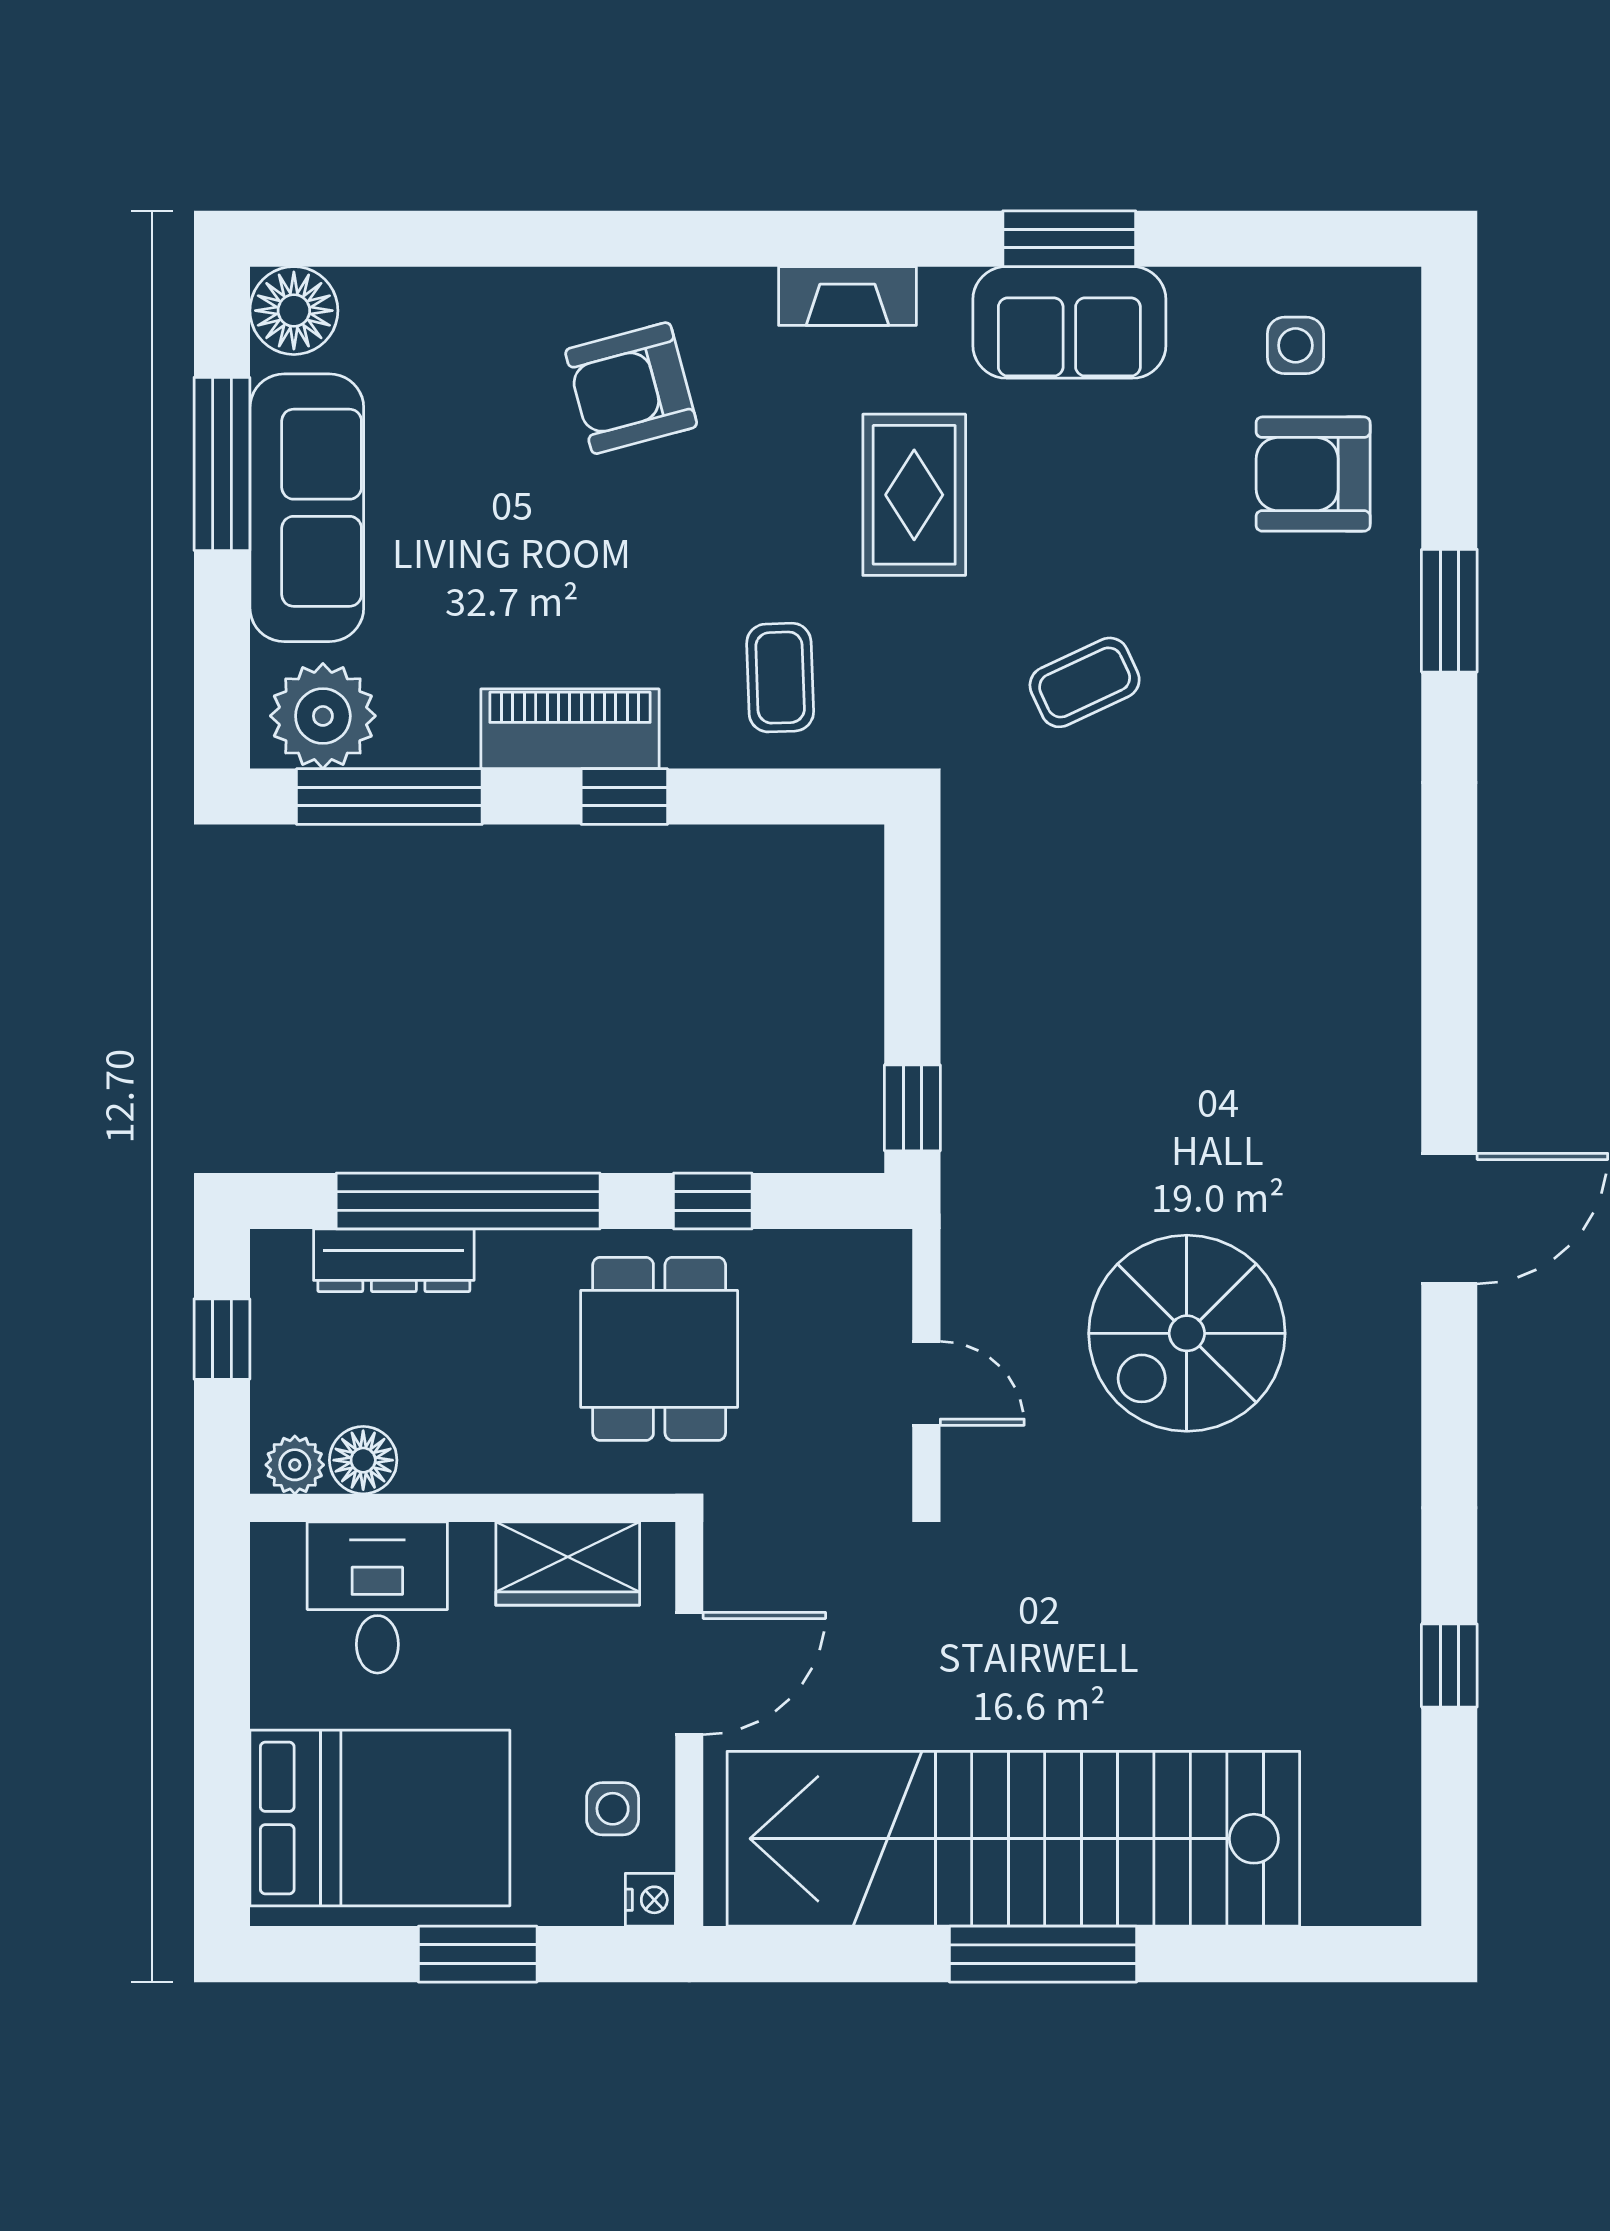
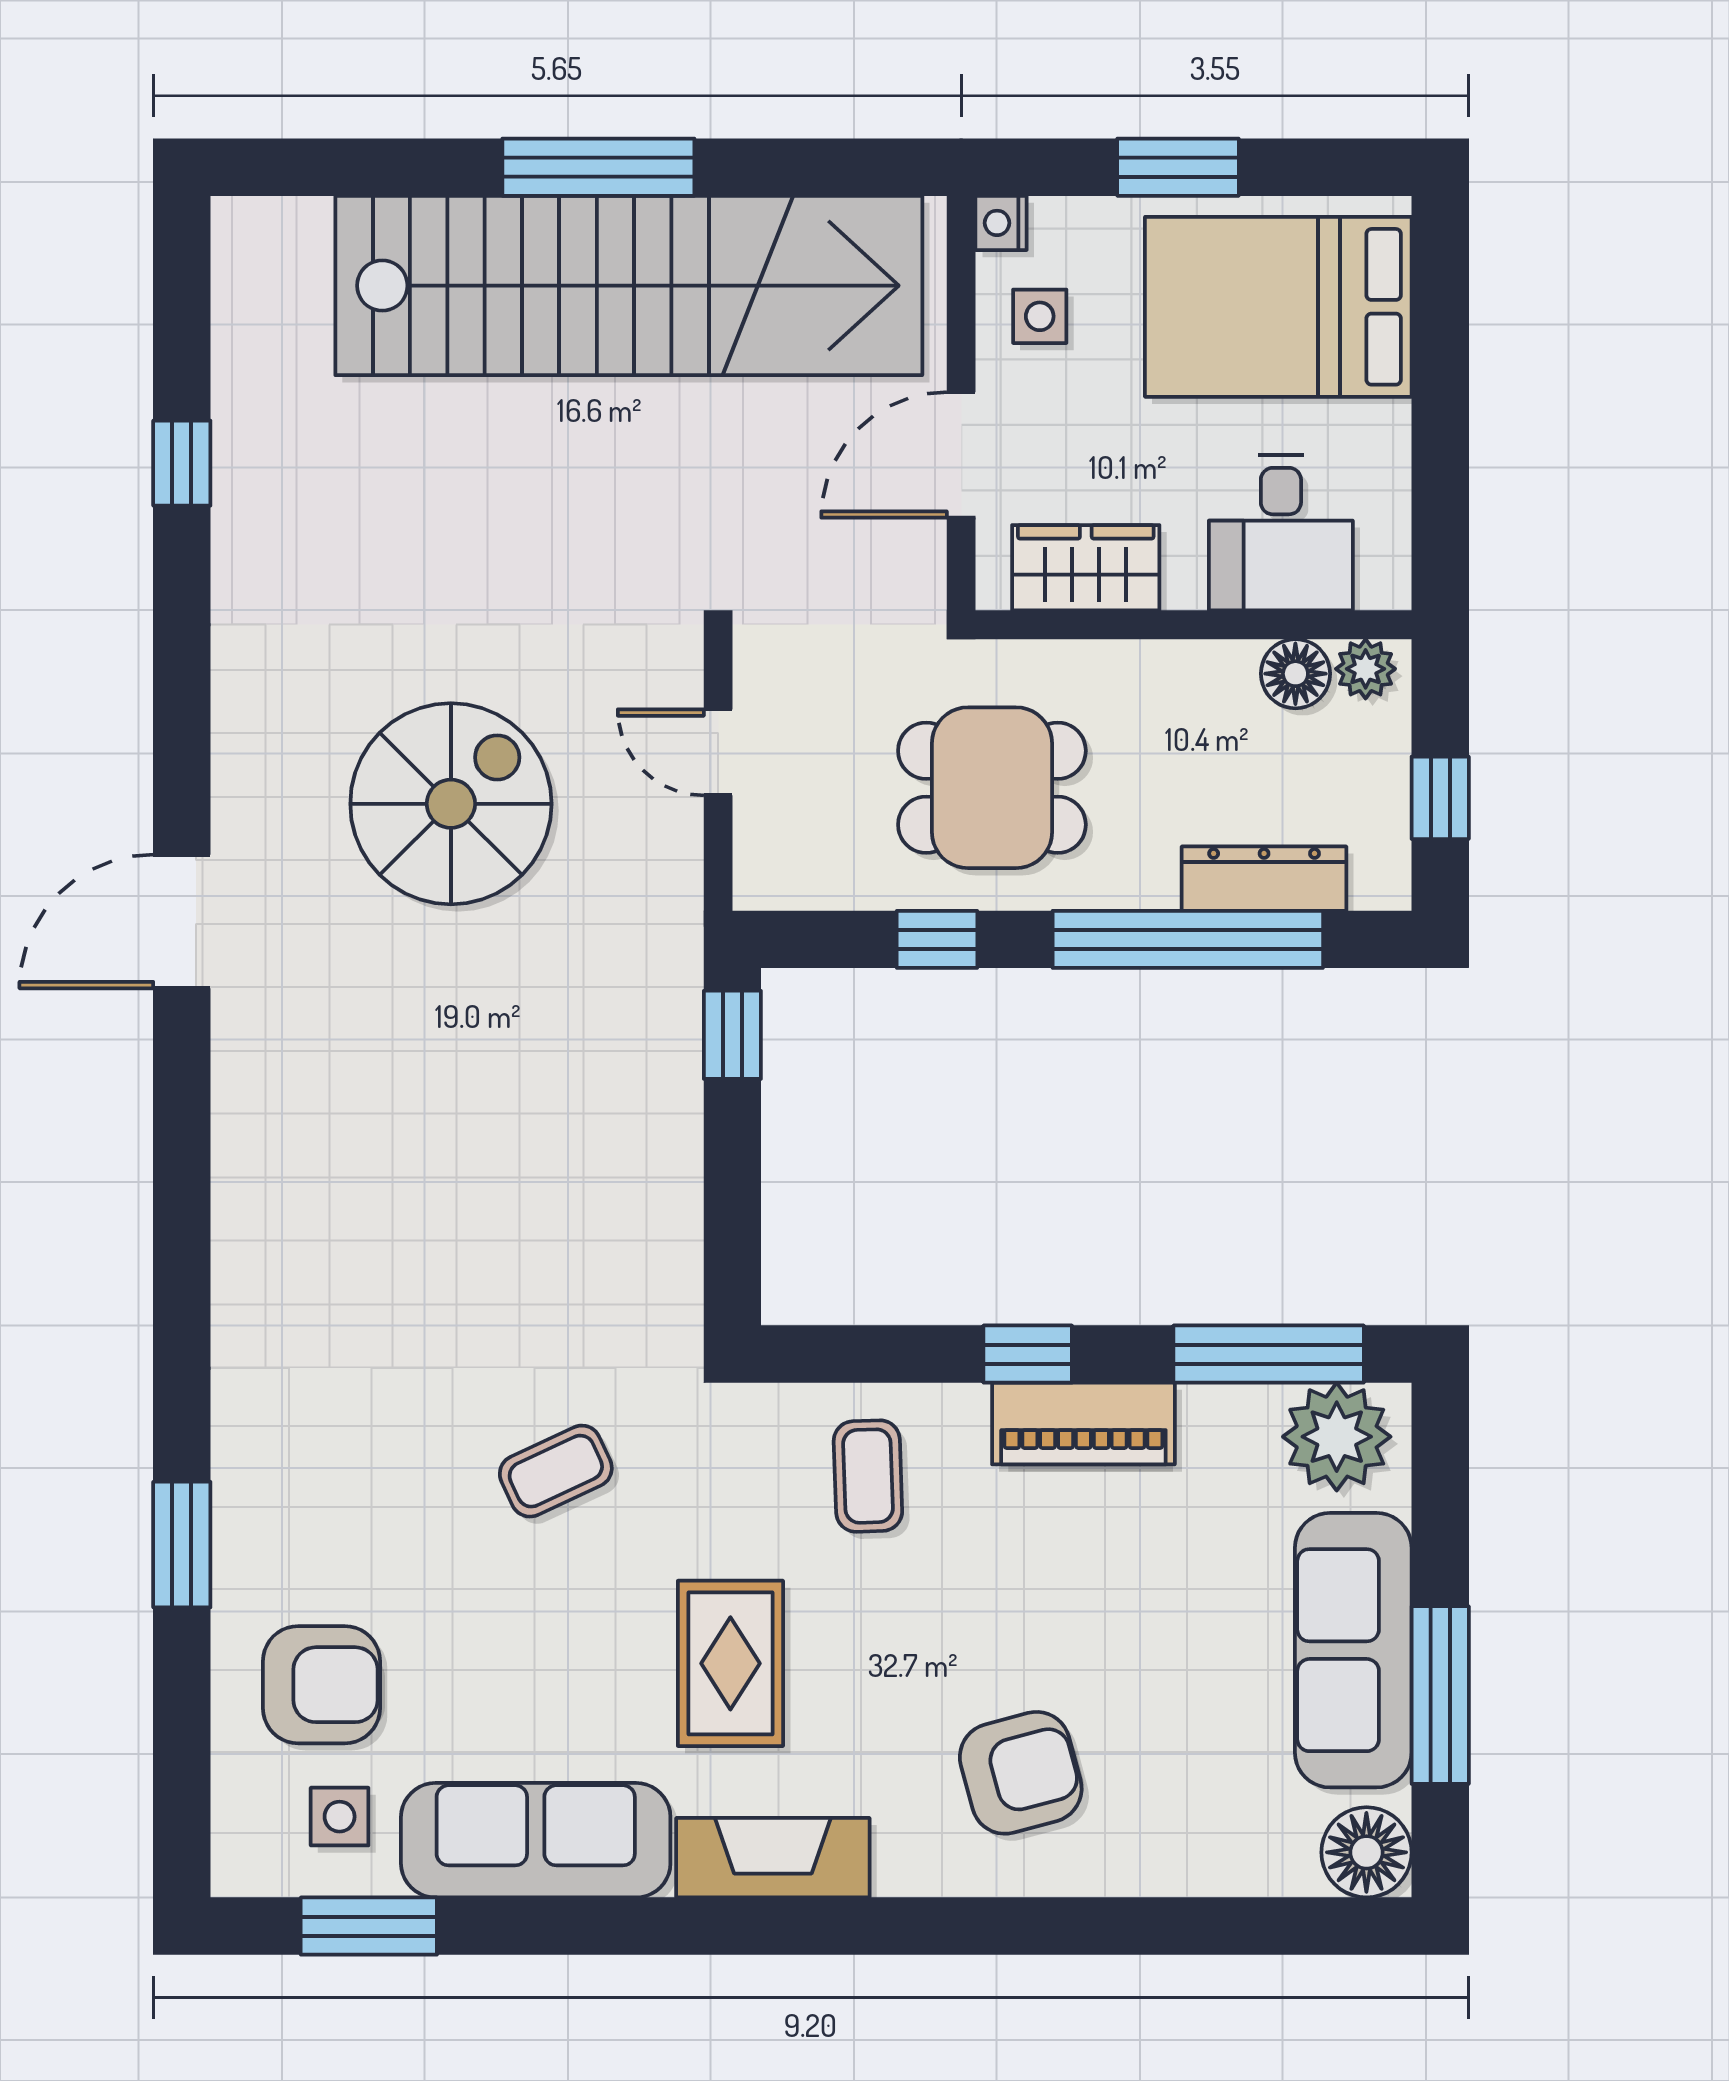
window: (1069, 239) -> (369, 1926), moved
fireplace: (847, 296) -> (773, 1858), width x1.37, depth x1.32
sofa: (1069, 322) -> (536, 1840), width x1.36
dining table: (659, 1349) -> (992, 788), turned 90

